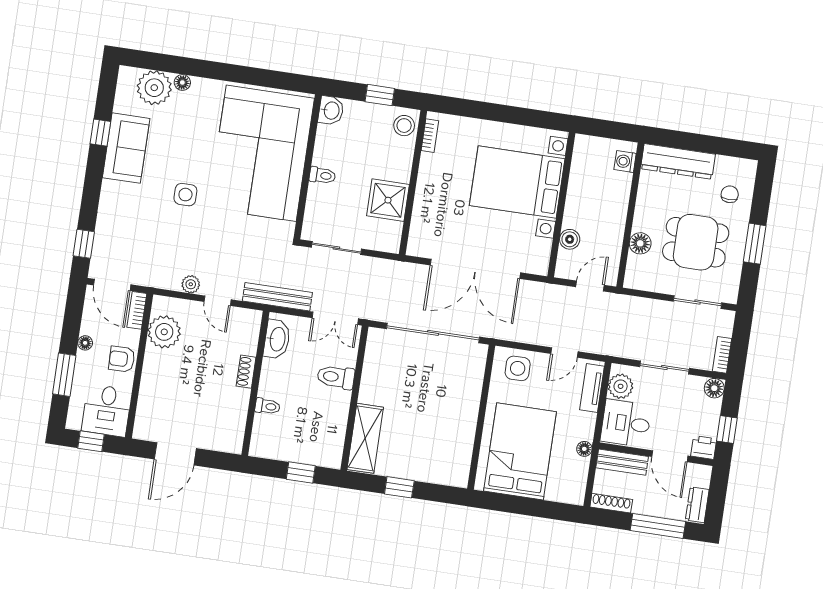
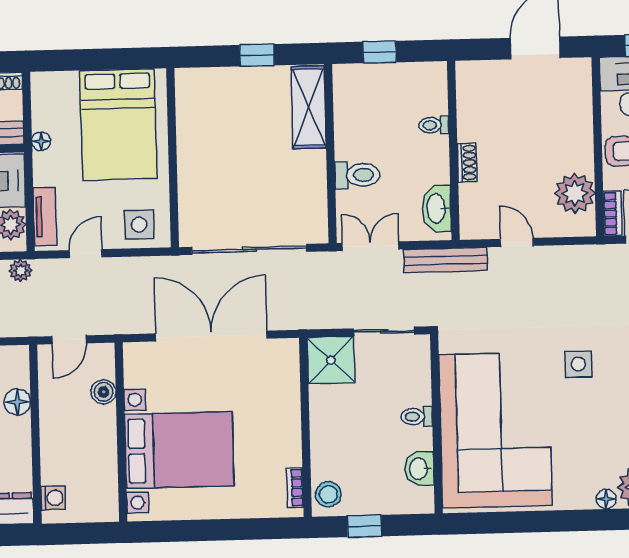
washbasin: (331, 110) -> (419, 469), moved
shower: (388, 200) -> (331, 360), moved
plant: (191, 284) -> (21, 270), moved

